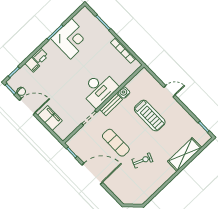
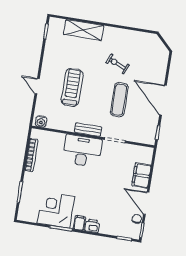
filing cabinet: (32, 65) -> (79, 223), moved
water cooler: (124, 93) -> (41, 122), moved

